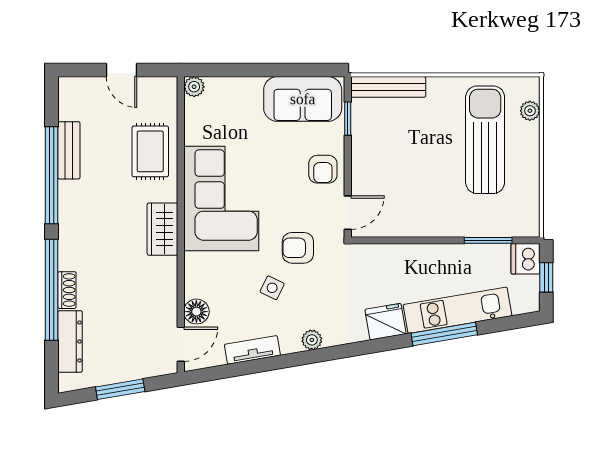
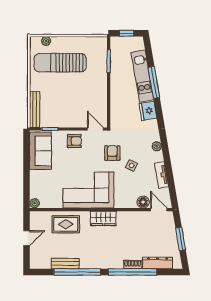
armchair: (298, 248) -> (112, 153), turned 180
dishwasher: (525, 259) -> (118, 43), removed

